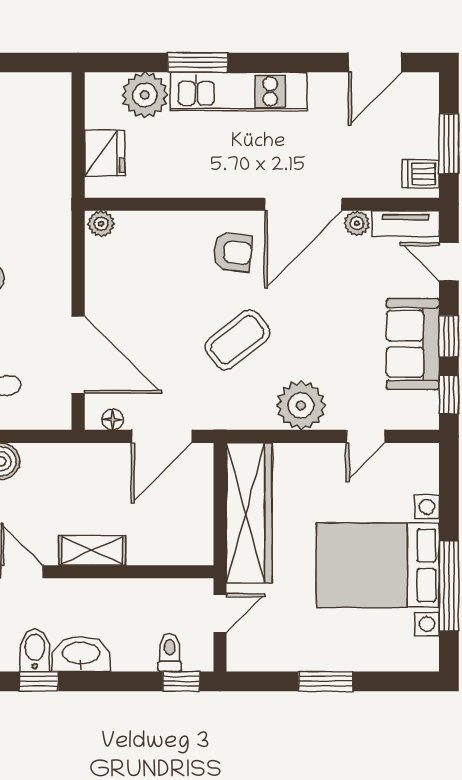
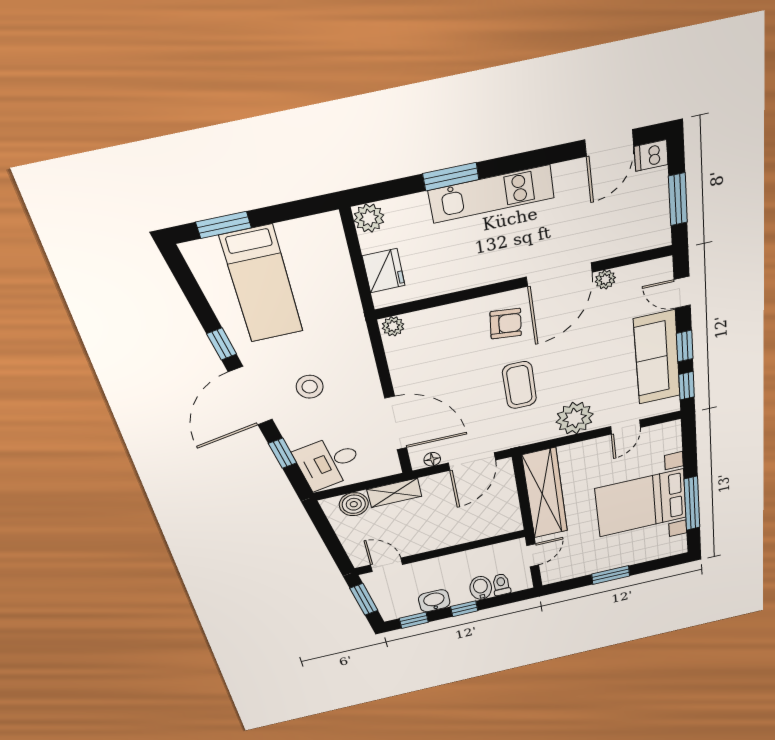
plant: (145, 95) -> (369, 218), moved, width x0.73, depth x0.73
dishwasher: (421, 174) -> (651, 156), moved
tv unit: (406, 224) -> (645, 271), removed
coffee table: (237, 340) -> (519, 385), turned -52
sofa: (413, 344) -> (657, 358), width x1.36
shelving: (92, 550) -> (394, 493), moved
bidet: (35, 650) -> (481, 588), moved
washbasin: (81, 654) -> (434, 601), width x0.72
window: (181, 681) -> (464, 609), moved

